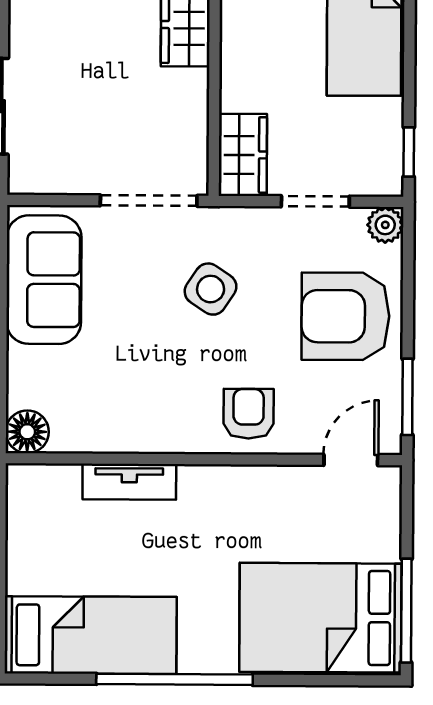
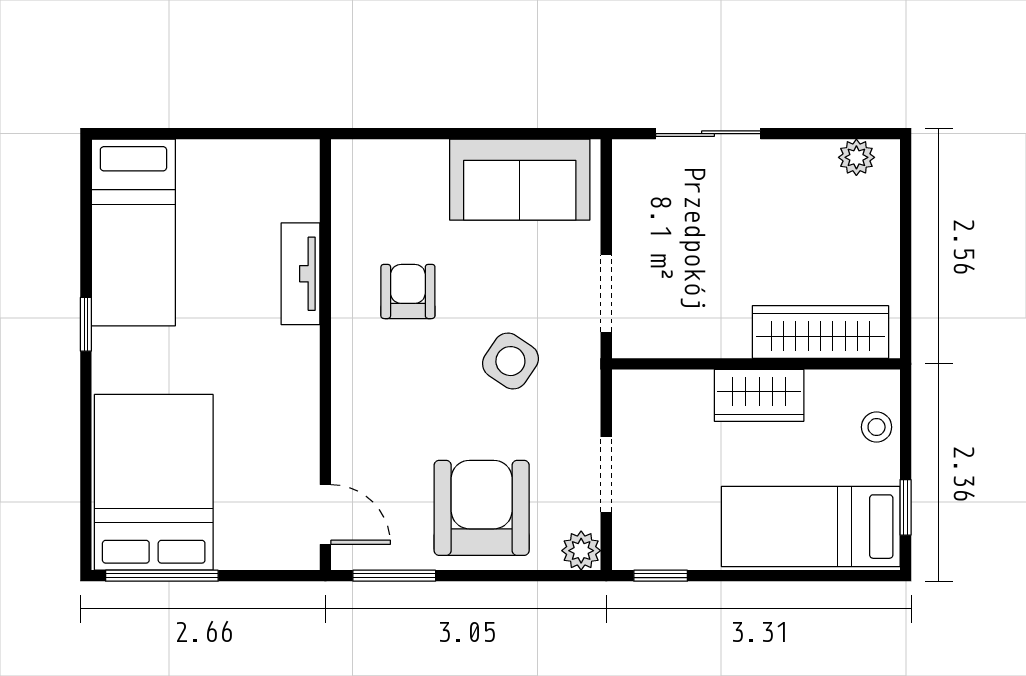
wardrobe: (243, 155) -> (759, 395), moved
doorway: (149, 201) -> (606, 293), width x0.73
armchair: (249, 414) -> (408, 291), moved, turned -90
floor lamp: (27, 432) -> (354, 162), removed
window: (175, 679) -> (86, 324), width x0.32

